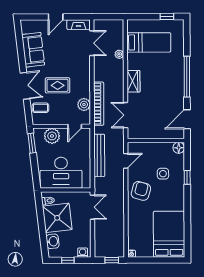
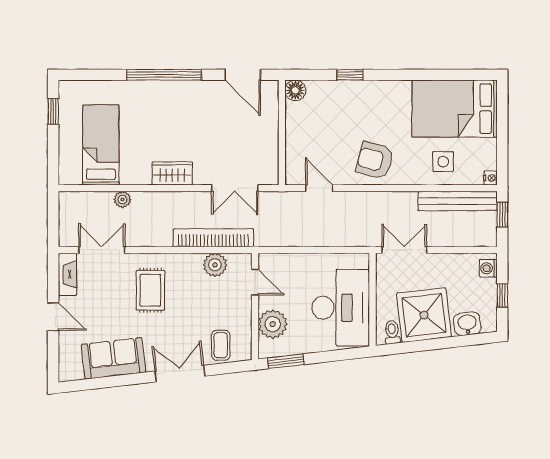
rug: (58, 85) -> (150, 290), moved
bench: (99, 155) -> (458, 201), moved
side table: (163, 174) -> (443, 162), moved

